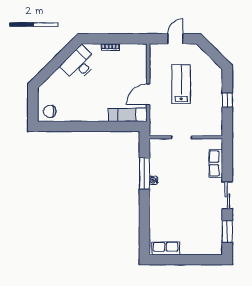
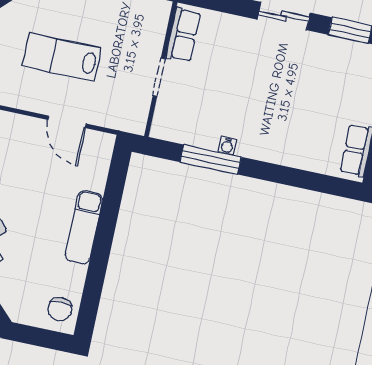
exam couch: (128, 115) -> (84, 227), moved
row of seats: (216, 163) -> (183, 35), moved, turned -90

